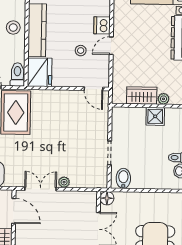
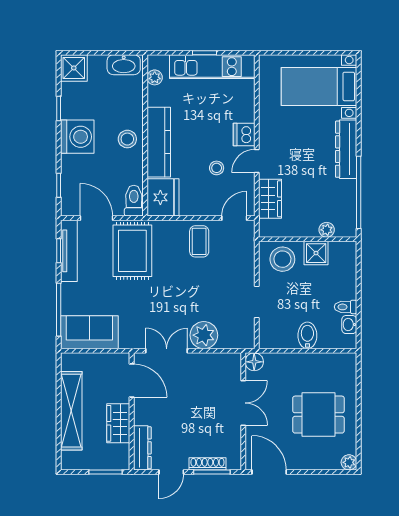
door: (94, 89) -> (234, 218), swing flipped
wardrobe: (142, 96) -> (270, 199), moved, turned 90
coffee table: (67, 106) -> (199, 241), added
stool: (130, 121) -> (282, 259), added
bidet: (123, 178) -> (307, 335), moved
plant: (64, 182) -> (204, 335), width x1.87, depth x1.87

